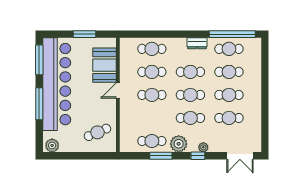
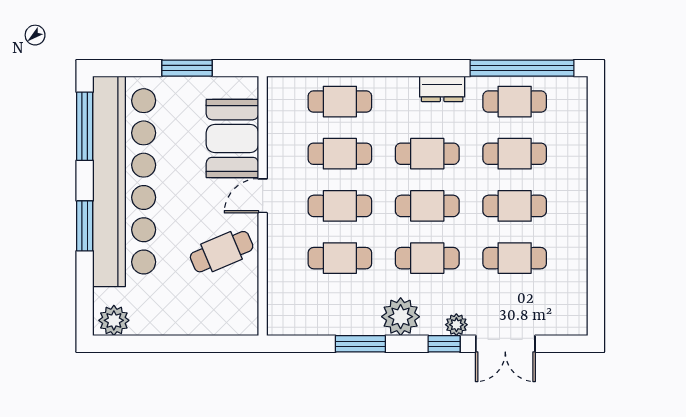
window: (39, 104) -> (85, 226), width x0.69
cafe table: (97, 132) -> (222, 252), moved
cafe table: (152, 141) -> (340, 258), moved
double door: (240, 156) -> (505, 344), moved

